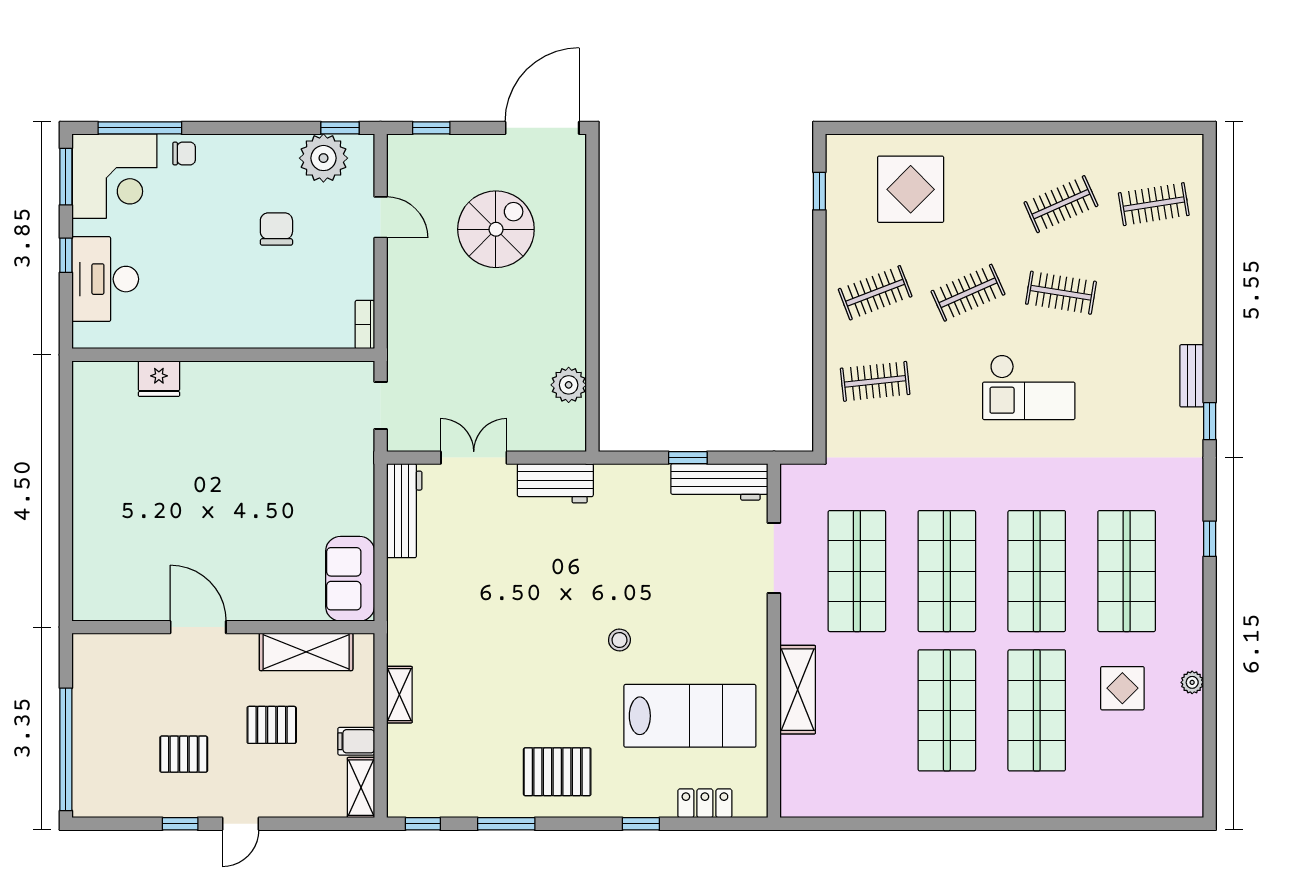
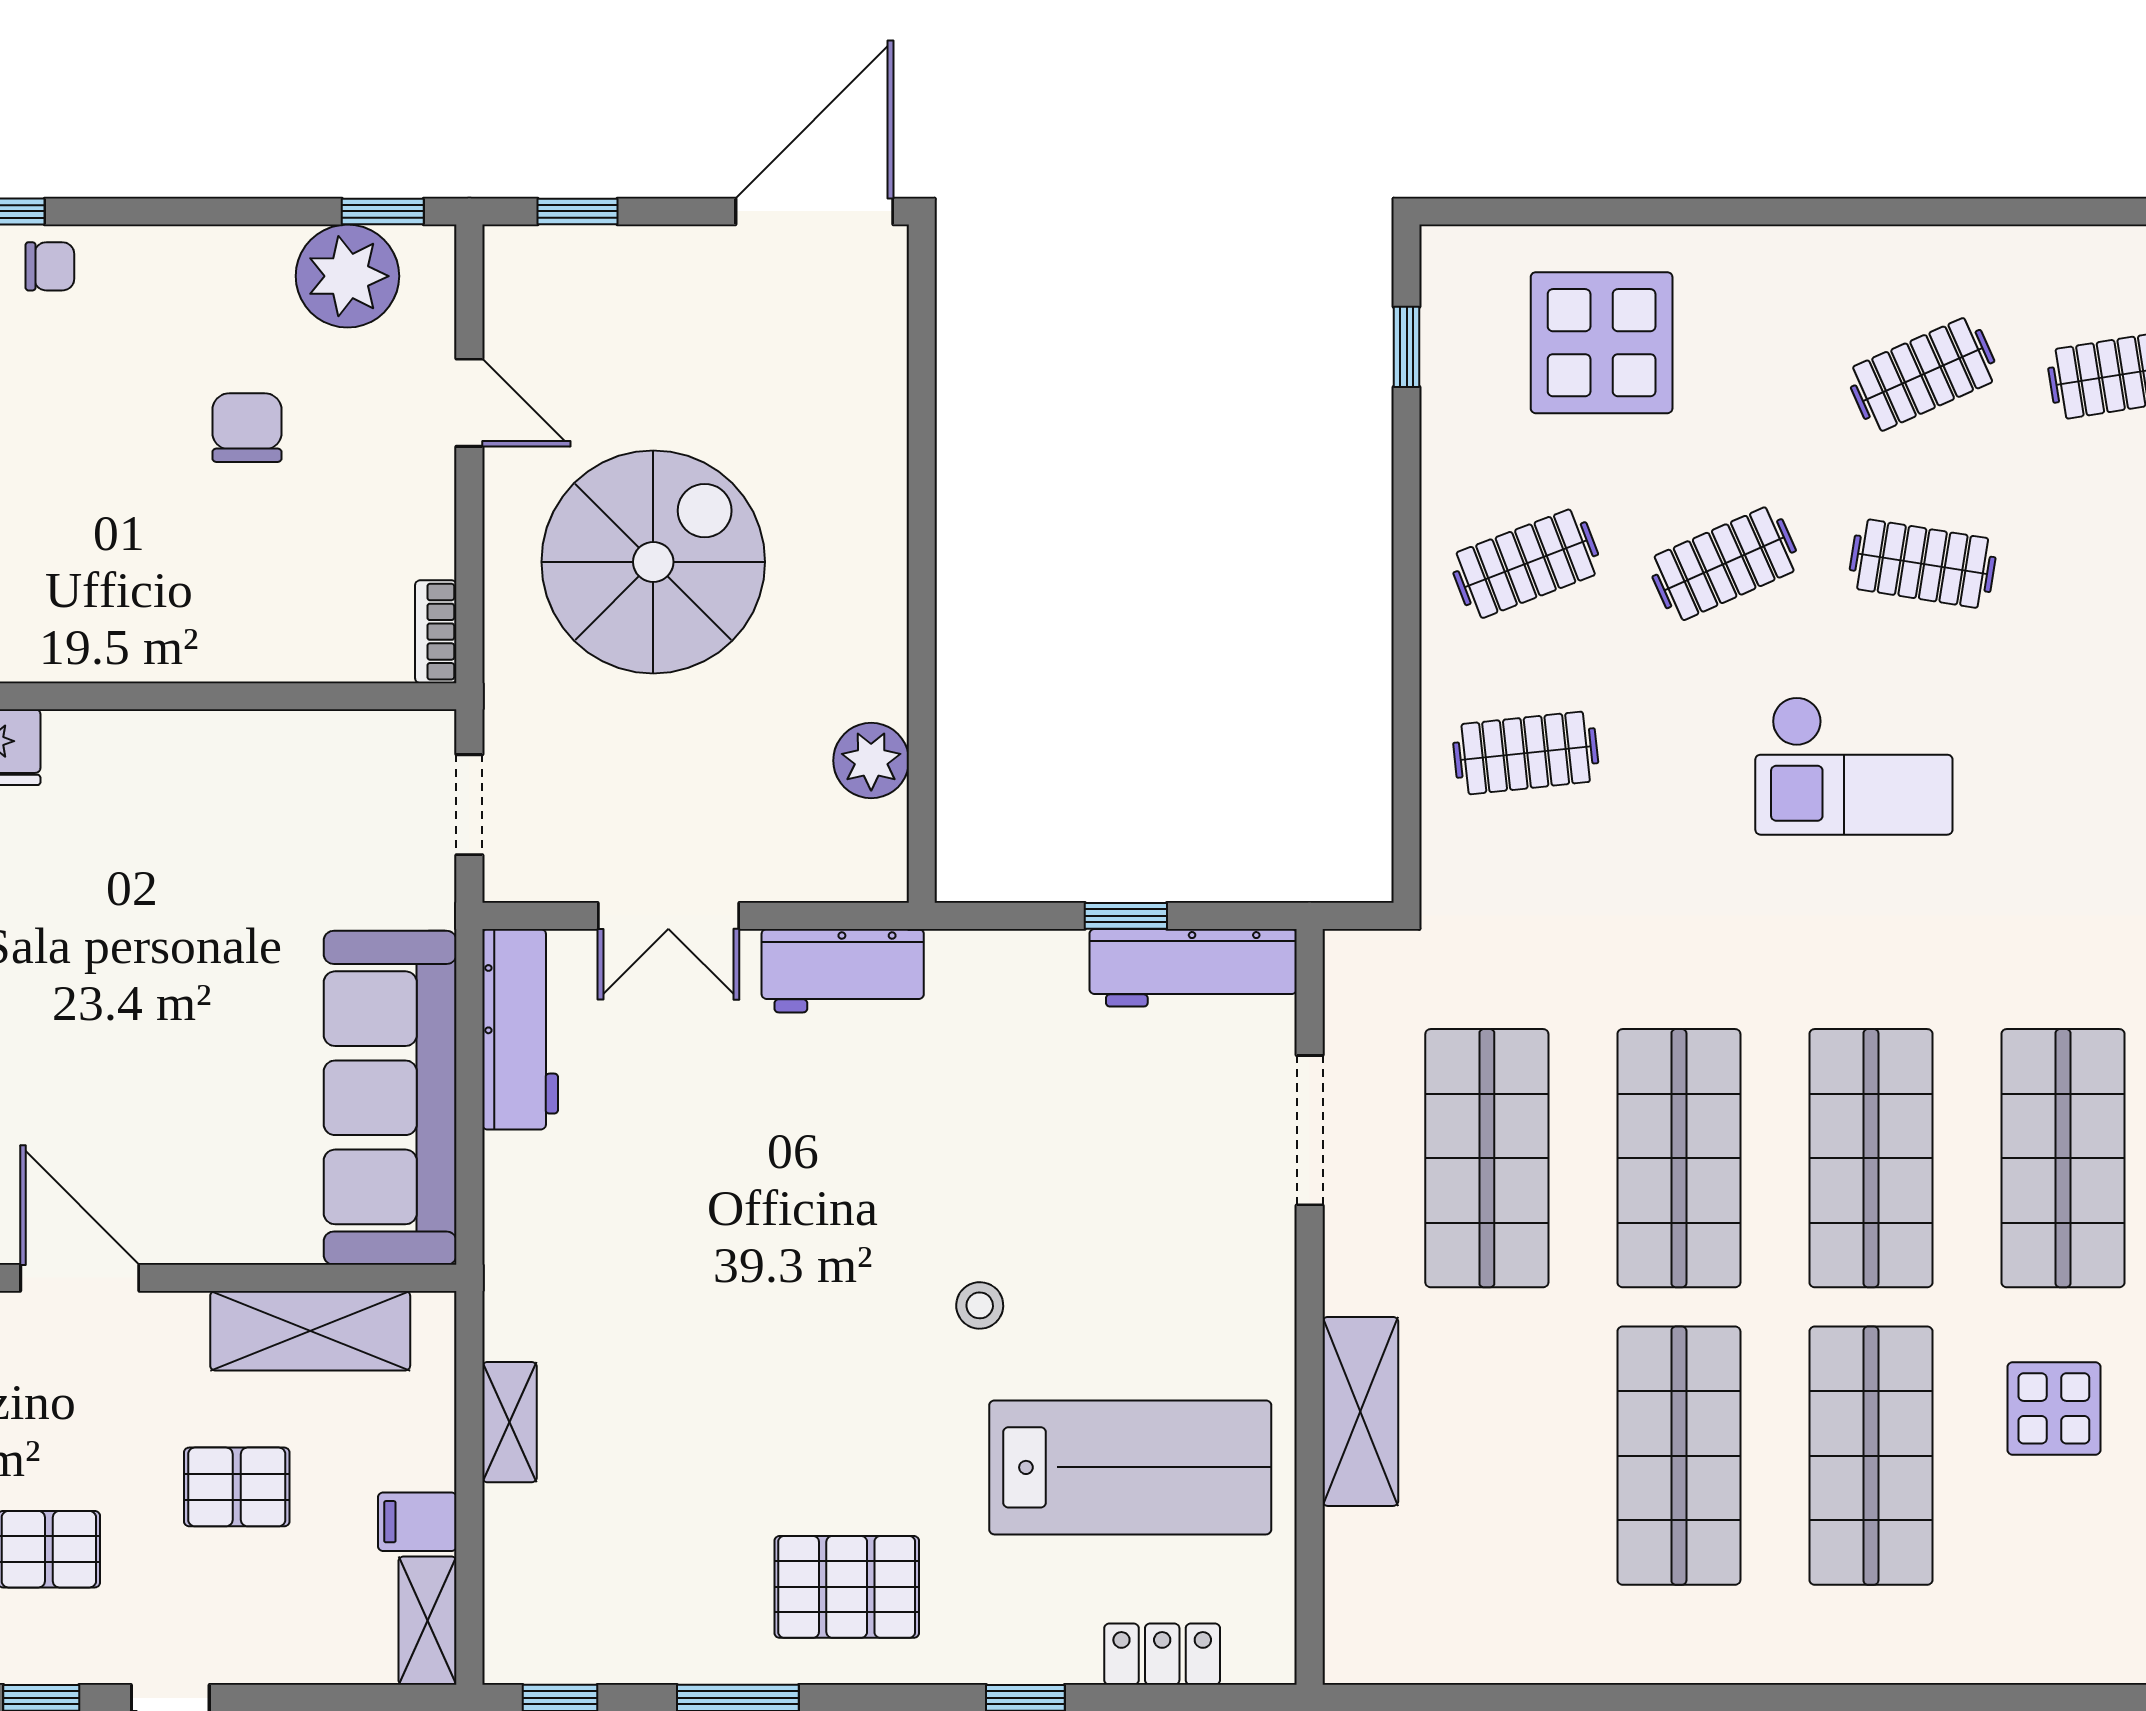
spiral stairs: (496, 229) -> (653, 562), moved, width x1.37, depth x1.37
double door: (474, 458) -> (668, 916), swing flipped
sofa: (350, 579) -> (390, 1098), width x1.85, depth x1.27

